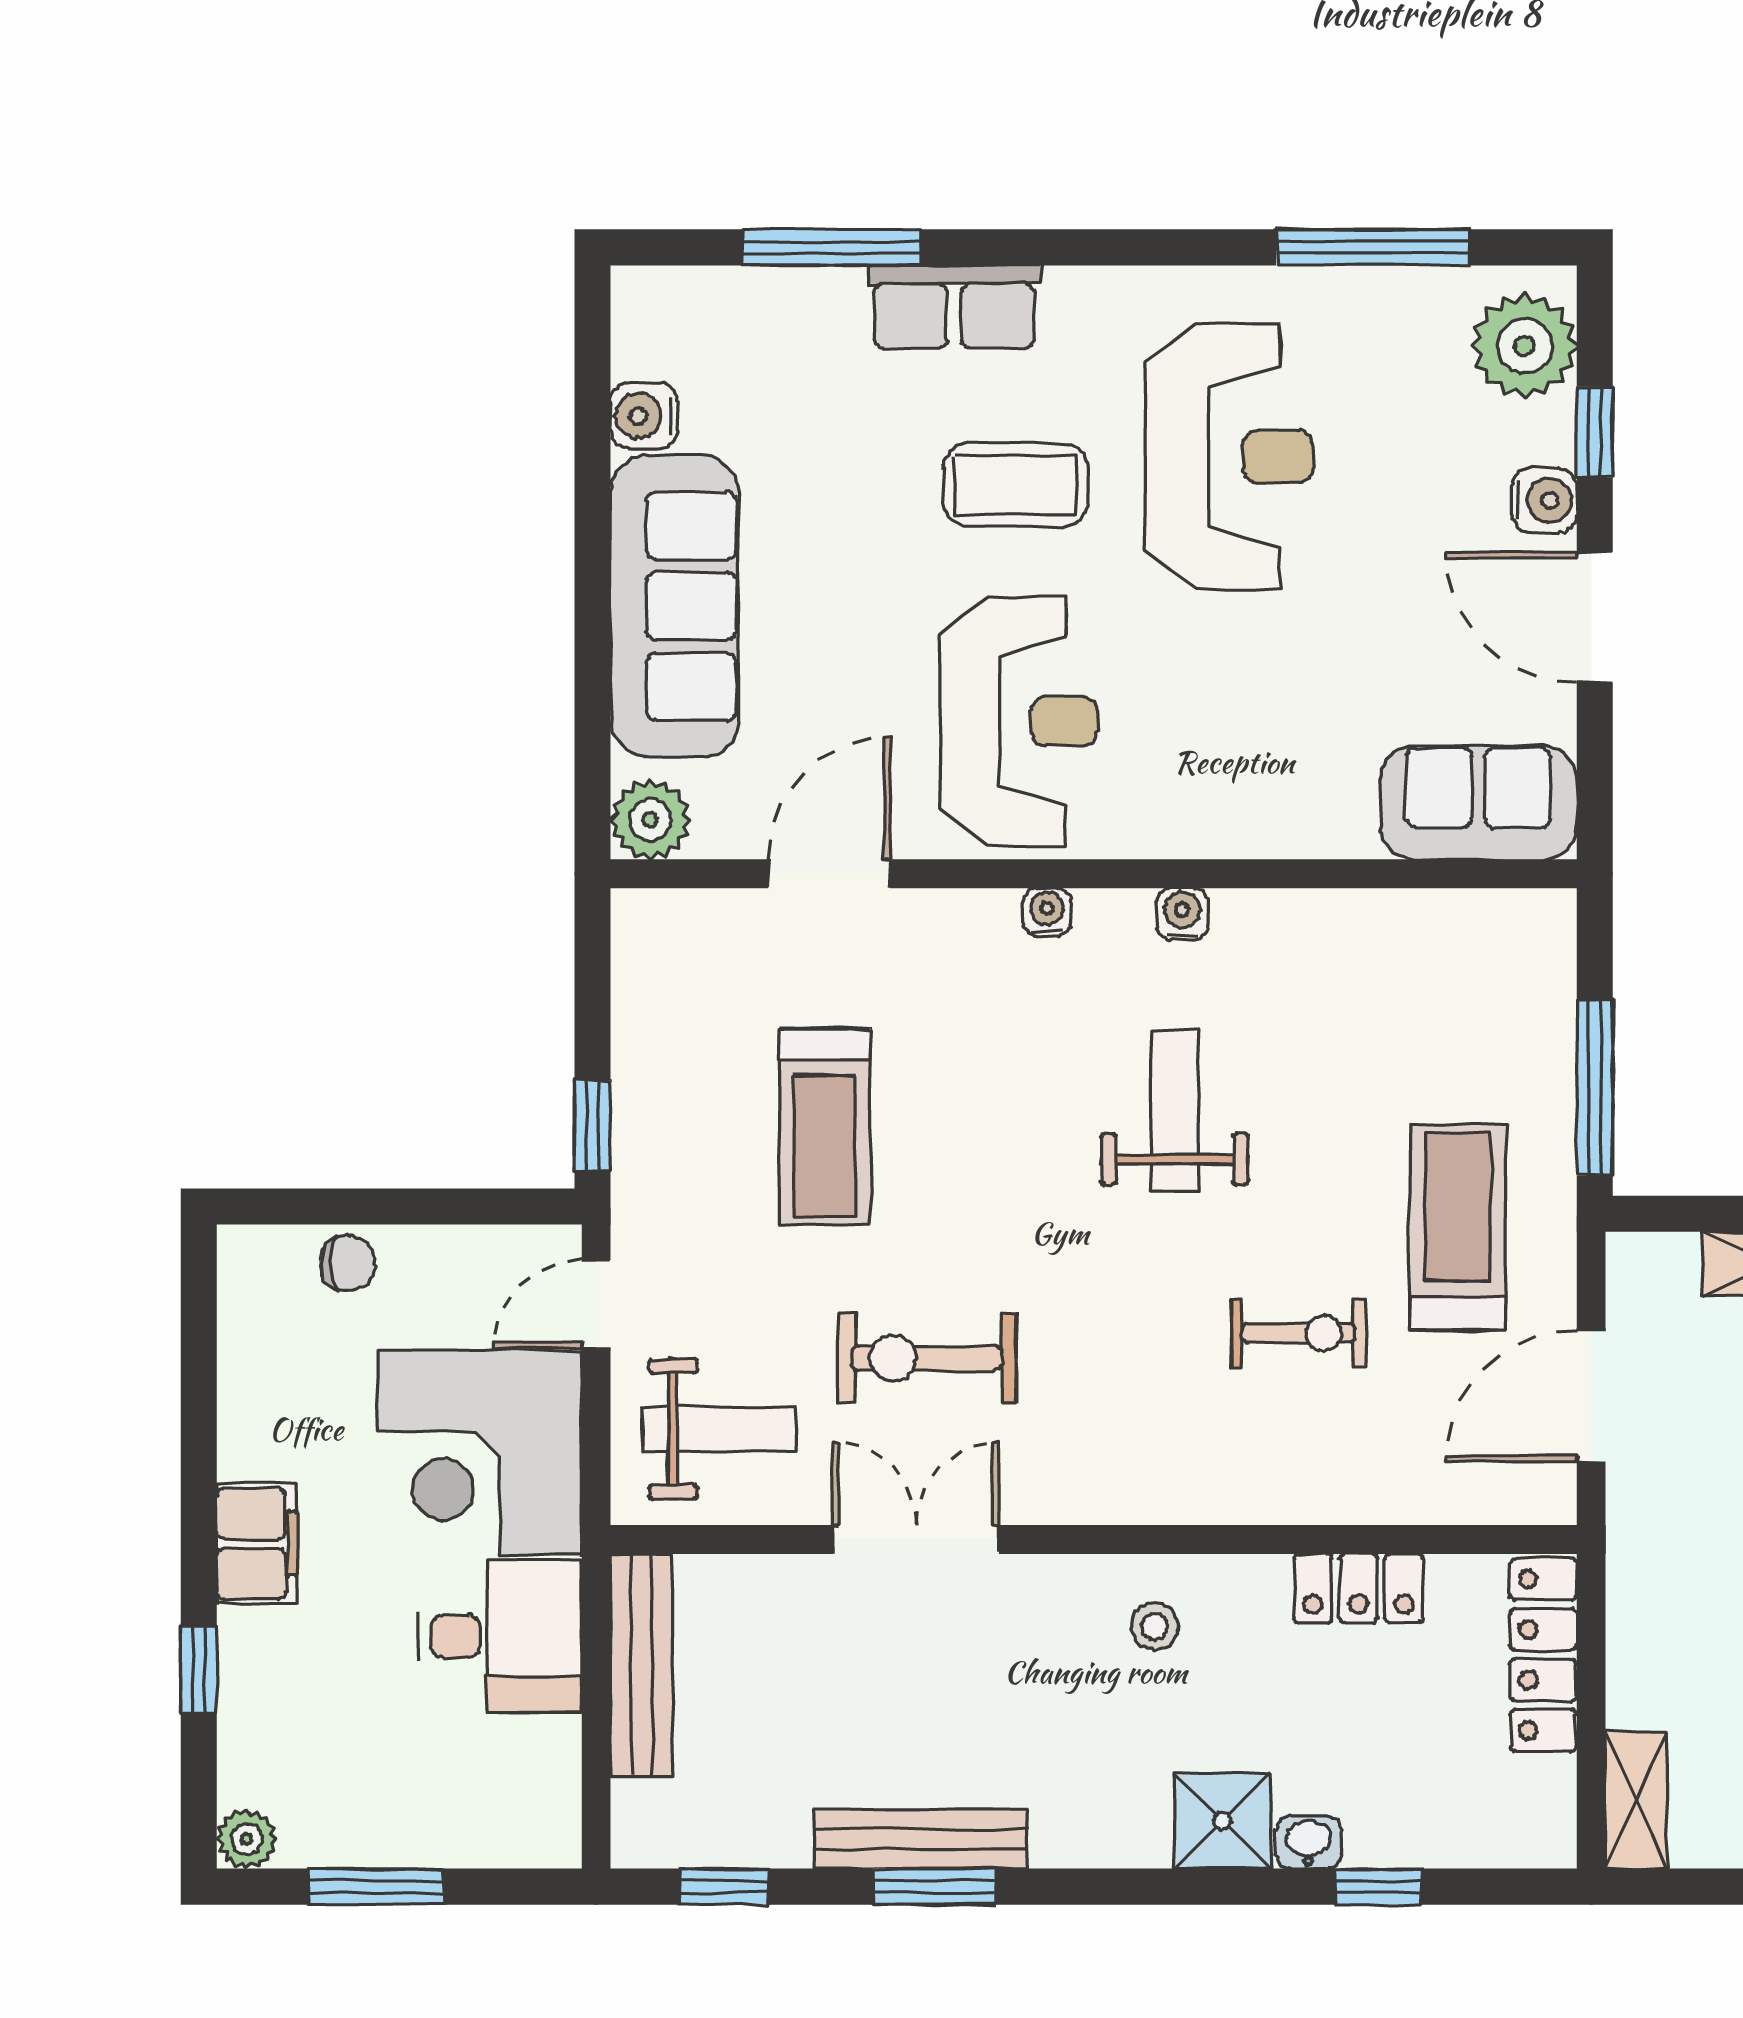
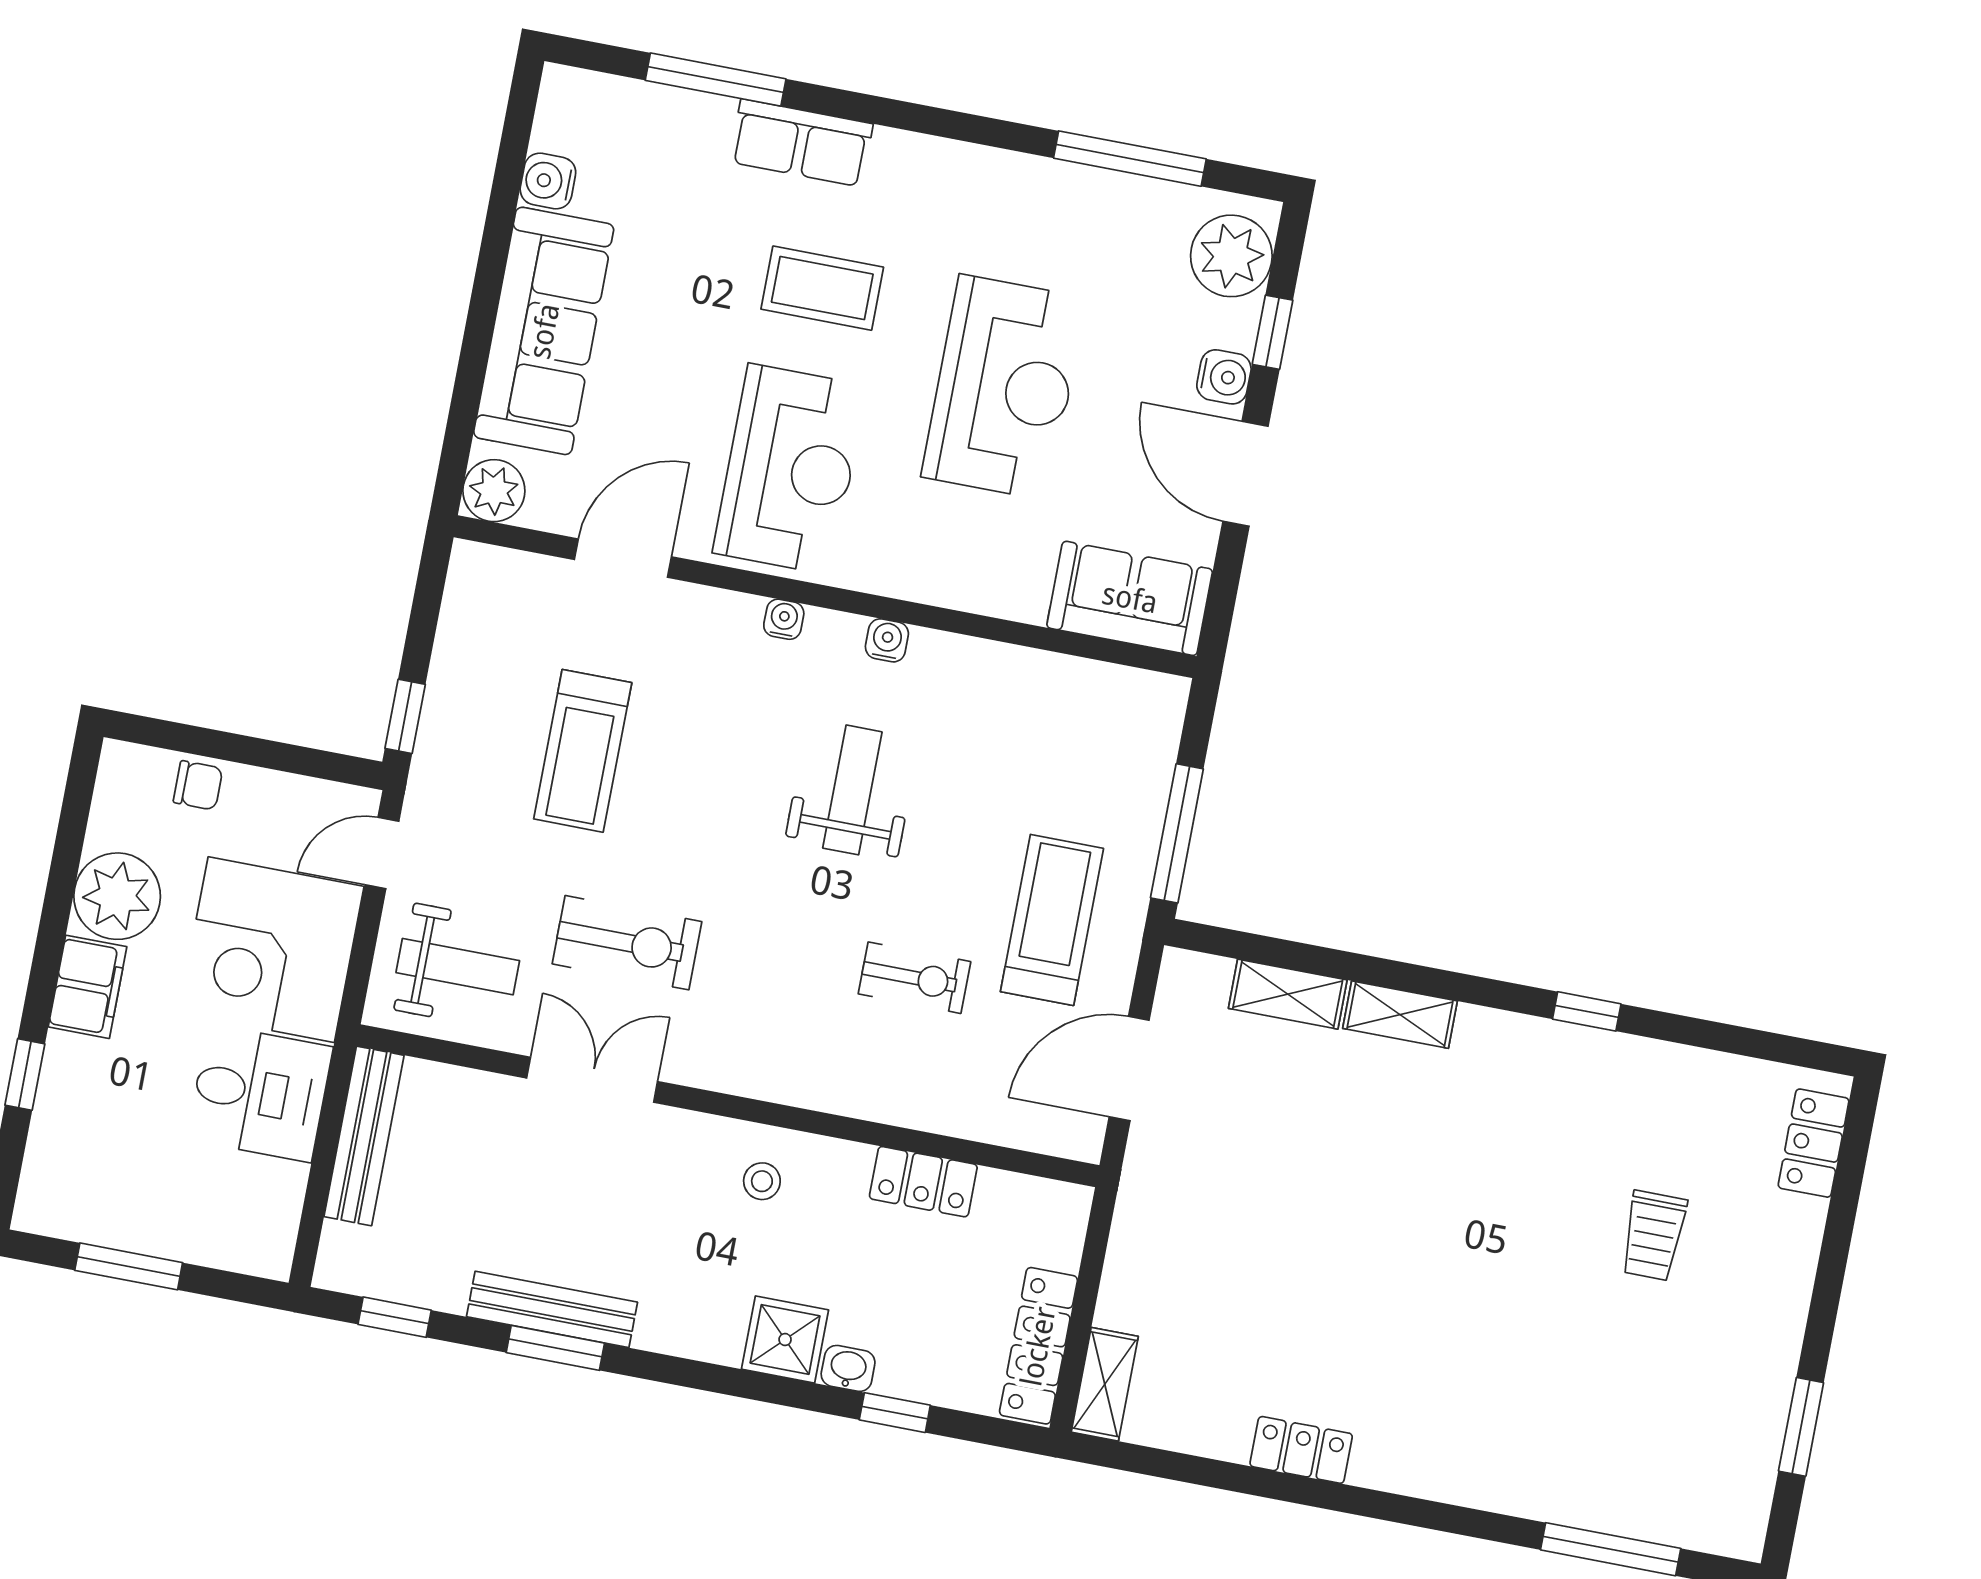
reception desk: (1229, 457) -> (1004, 387), moved
exercise bike: (927, 1358) -> (627, 943), turned 180
locker: (1543, 1655) -> (1038, 1346), moved
plant: (246, 1839) -> (117, 896), moved, width x1.88, depth x1.88

